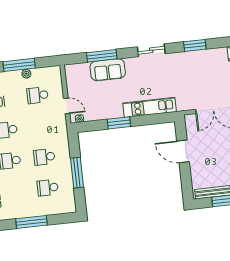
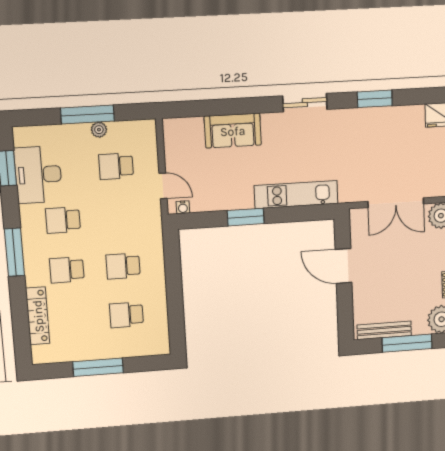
window: (102, 56) -> (225, 107), removed
window: (77, 173) -> (174, 293), removed

